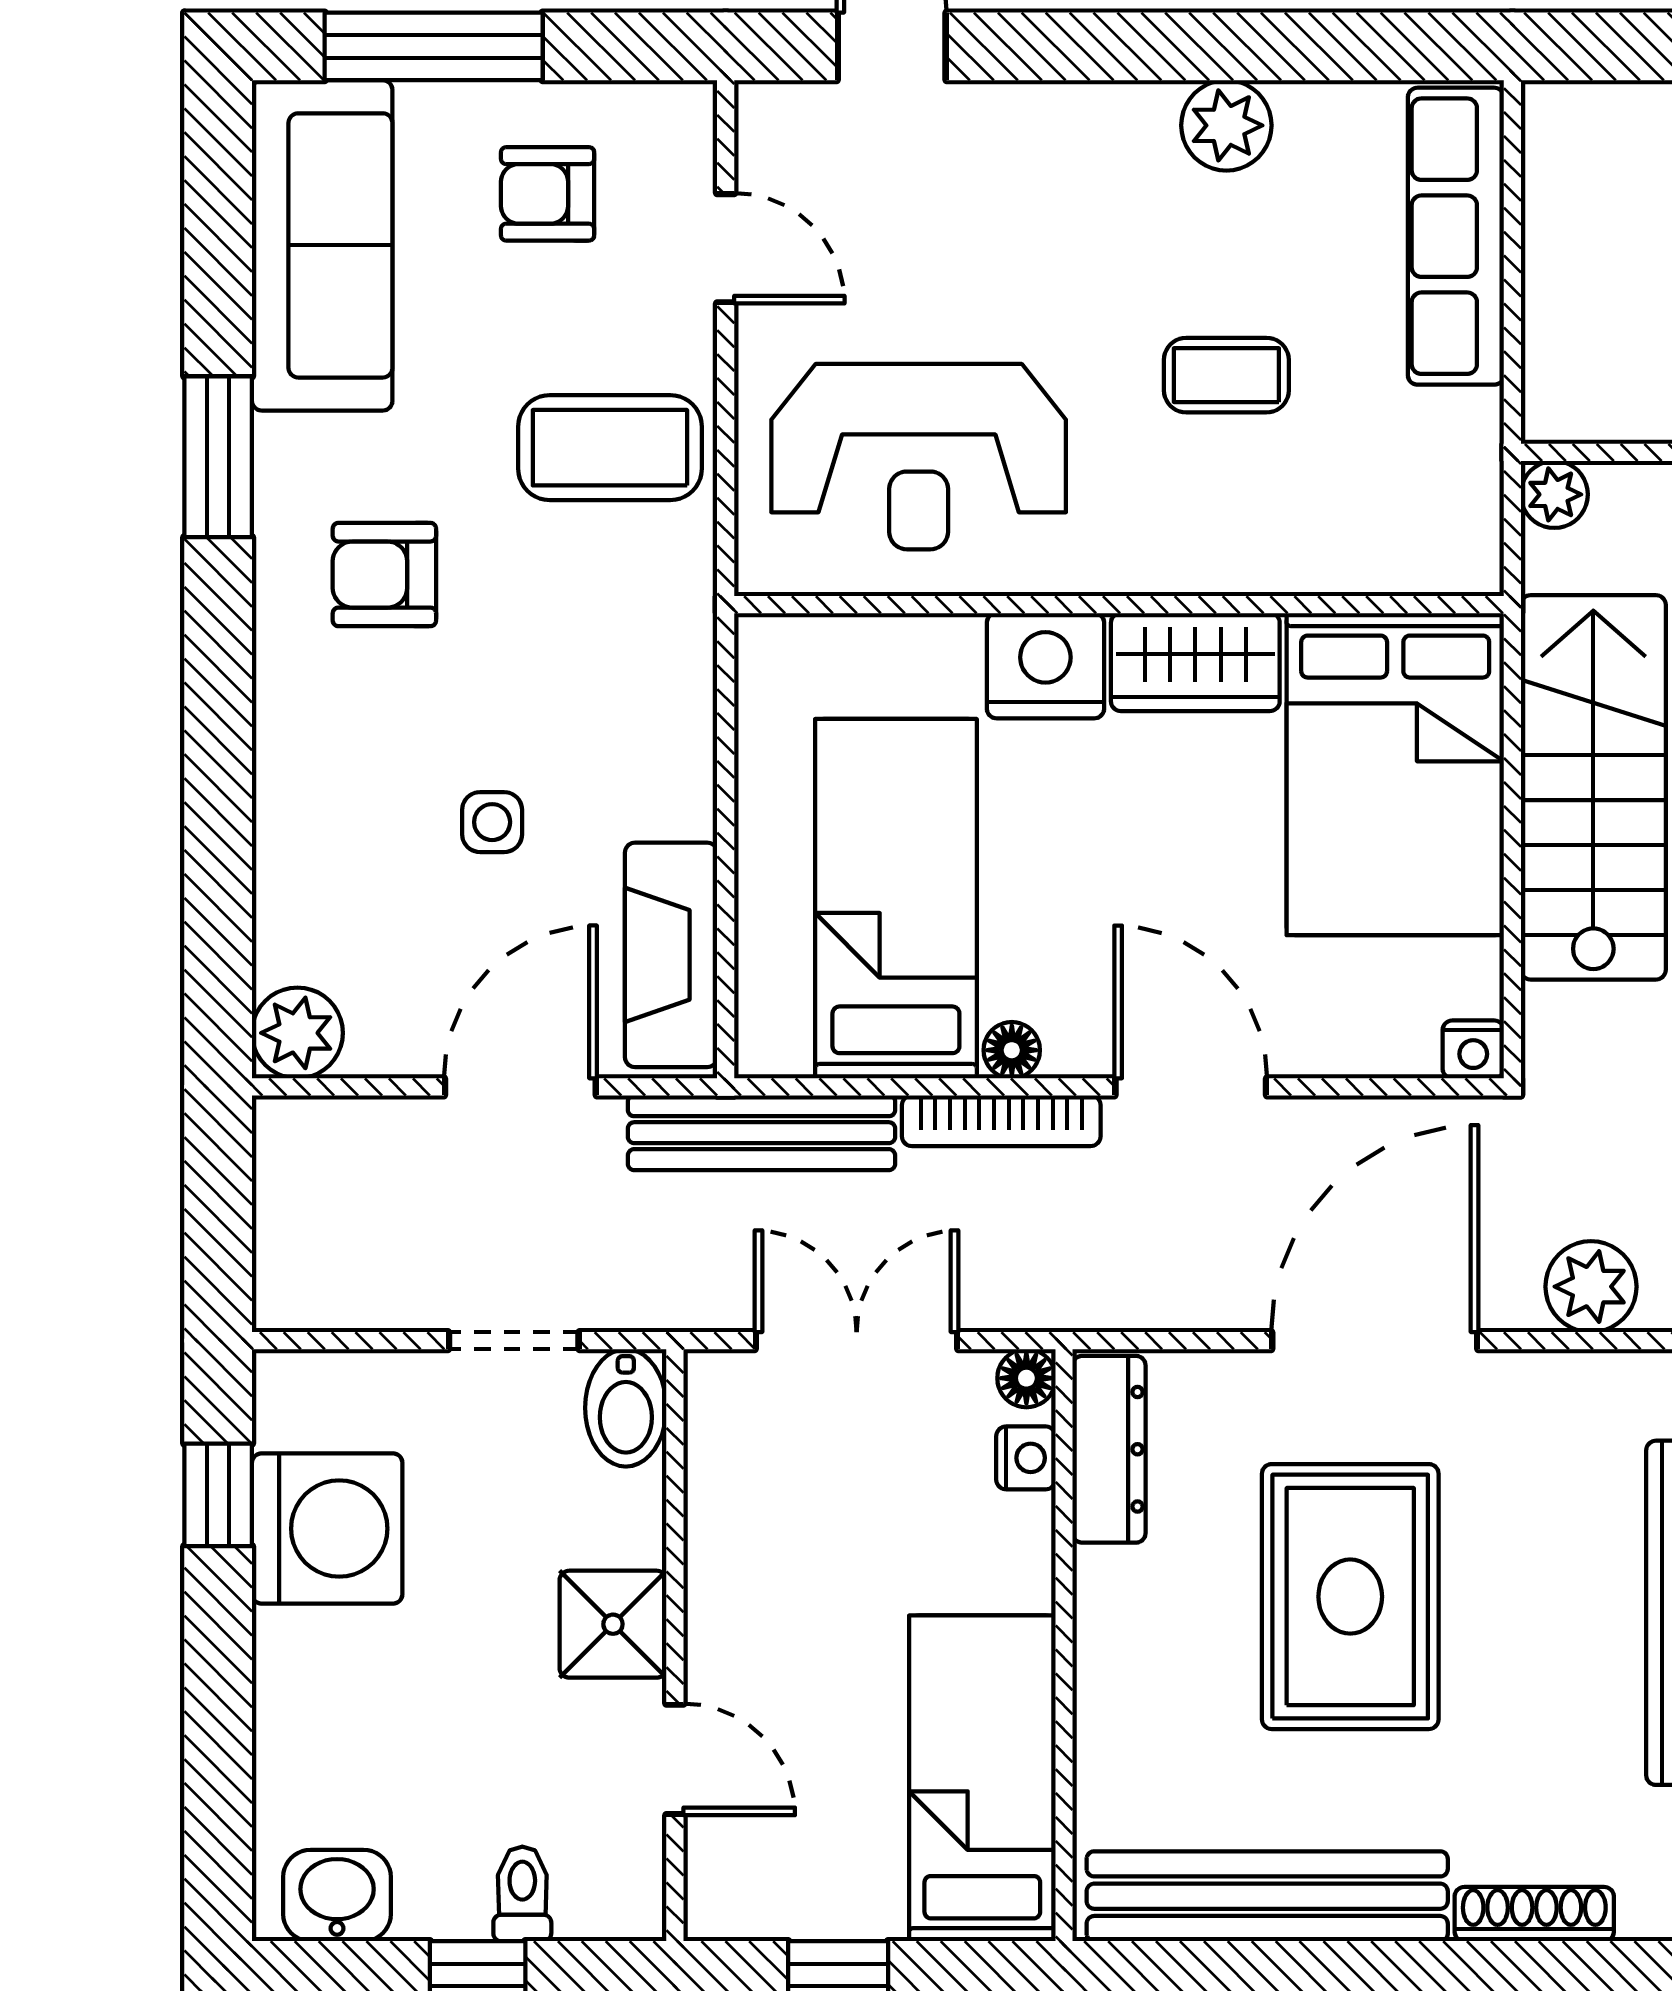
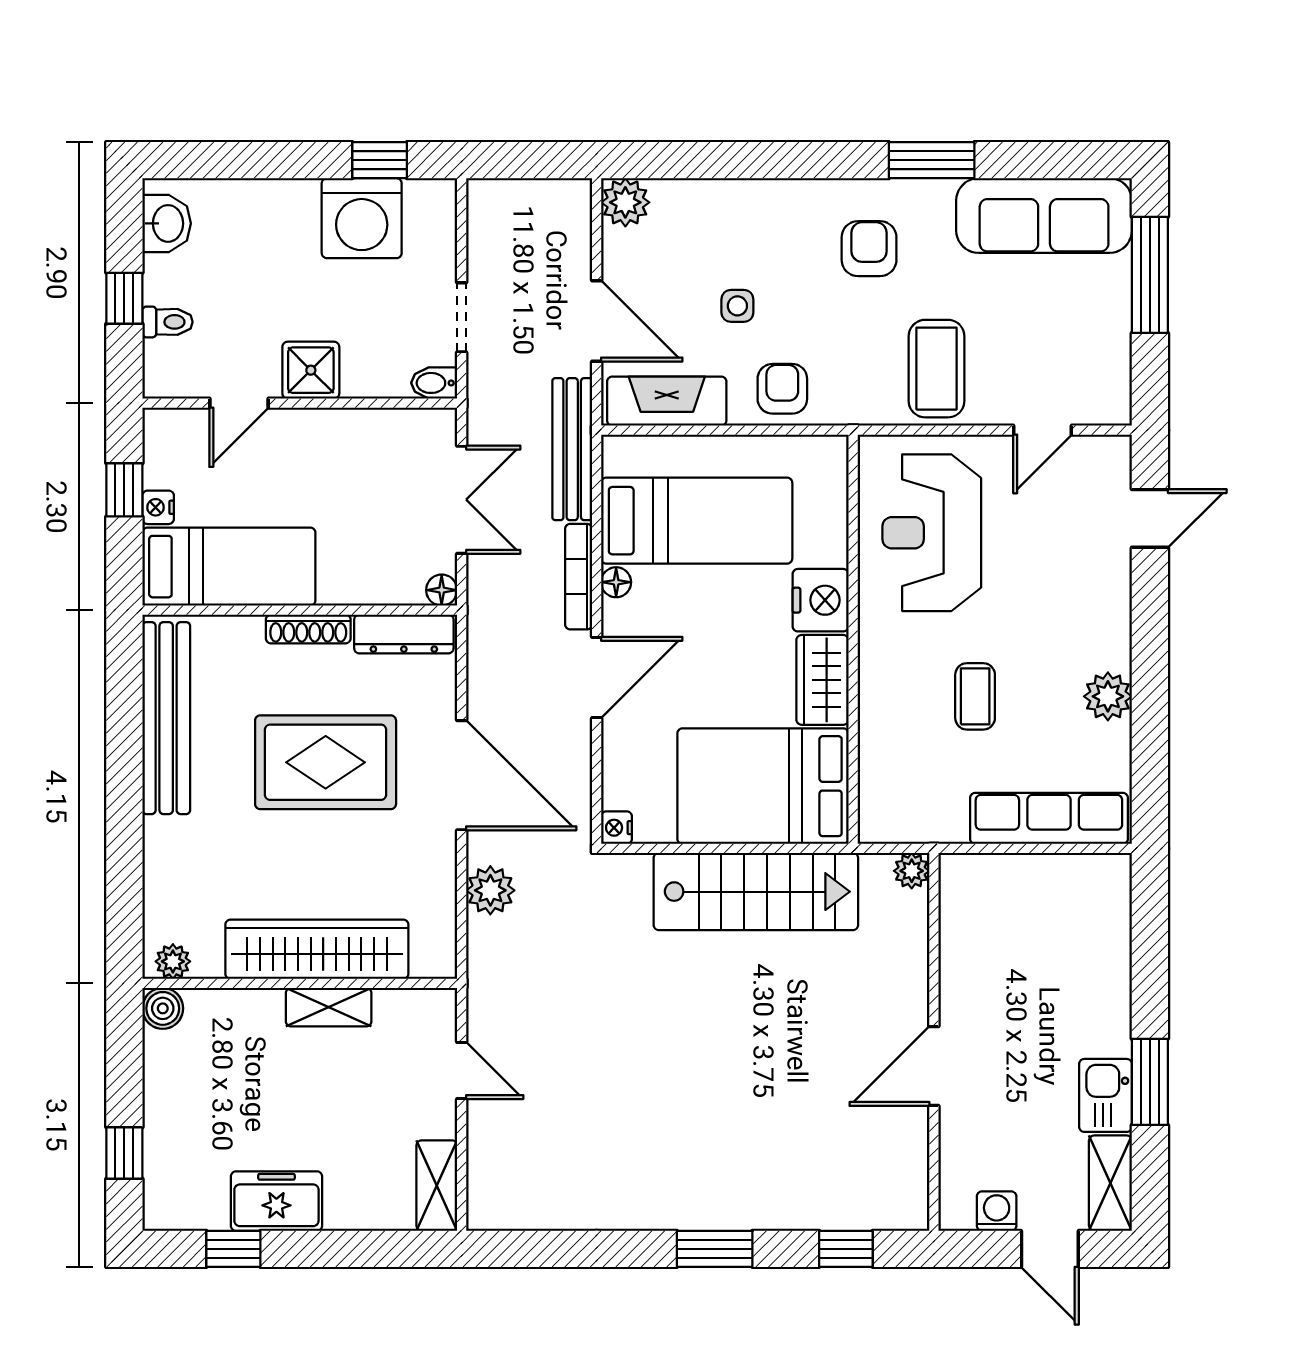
armchair: (548, 194) -> (782, 389), moved
bidet: (626, 1408) -> (434, 383), width x0.72, depth x0.74
nightstand: (1026, 1458) -> (158, 507), moved, turned 90
shoe rack: (1534, 1914) -> (308, 629), moved, turned 90

